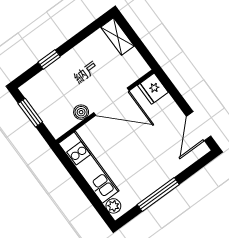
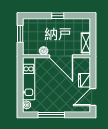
shelving: (118, 37) -> (86, 43), moved
window: (49, 59) -> (58, 16), moved
fridge: (153, 89) -> (85, 80), moved

